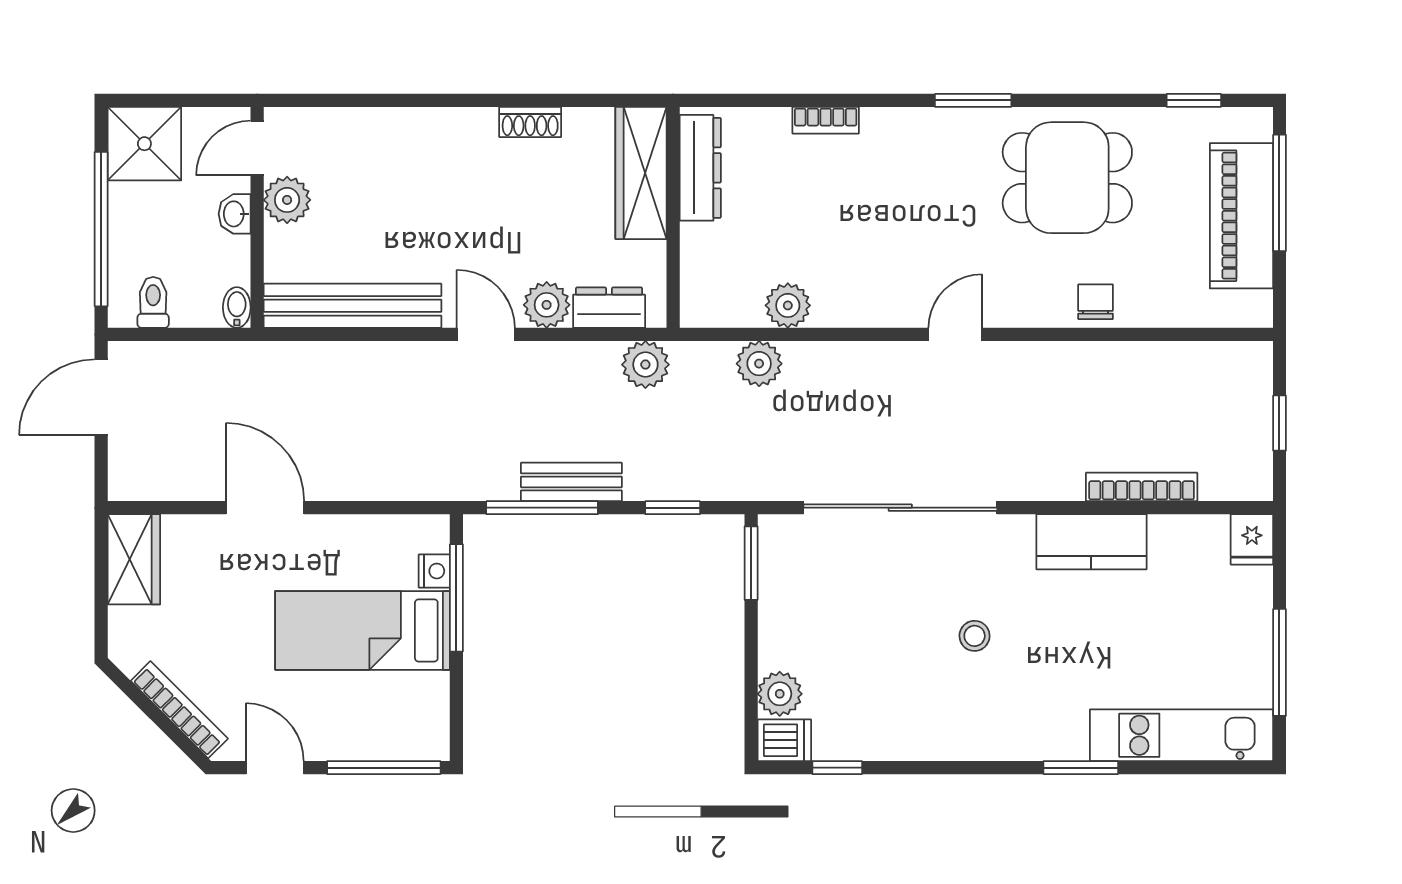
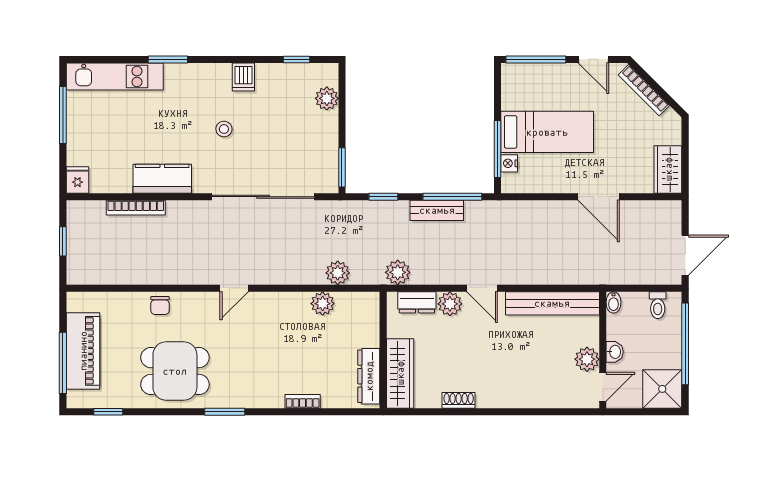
dishwasher: (784, 740) -> (243, 77), moved, turned -90

